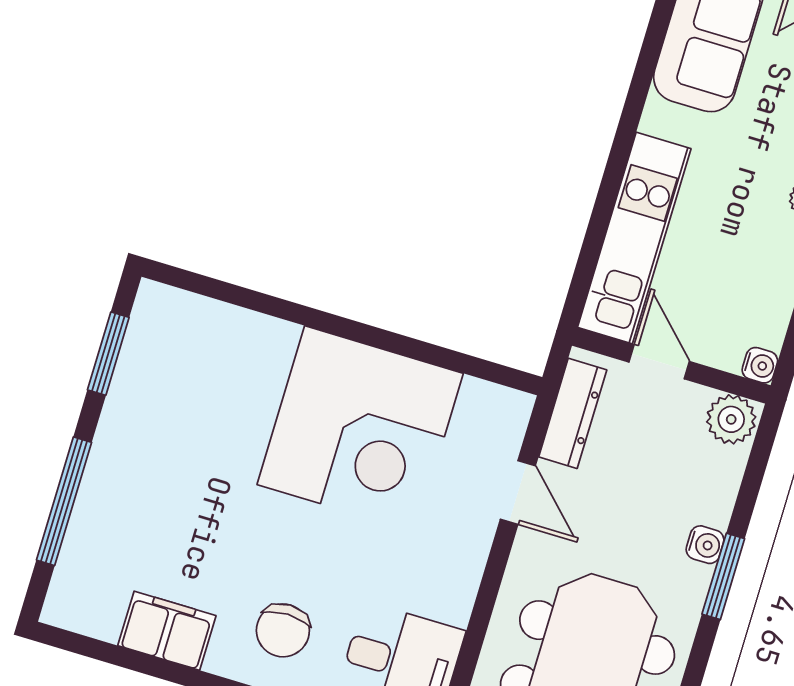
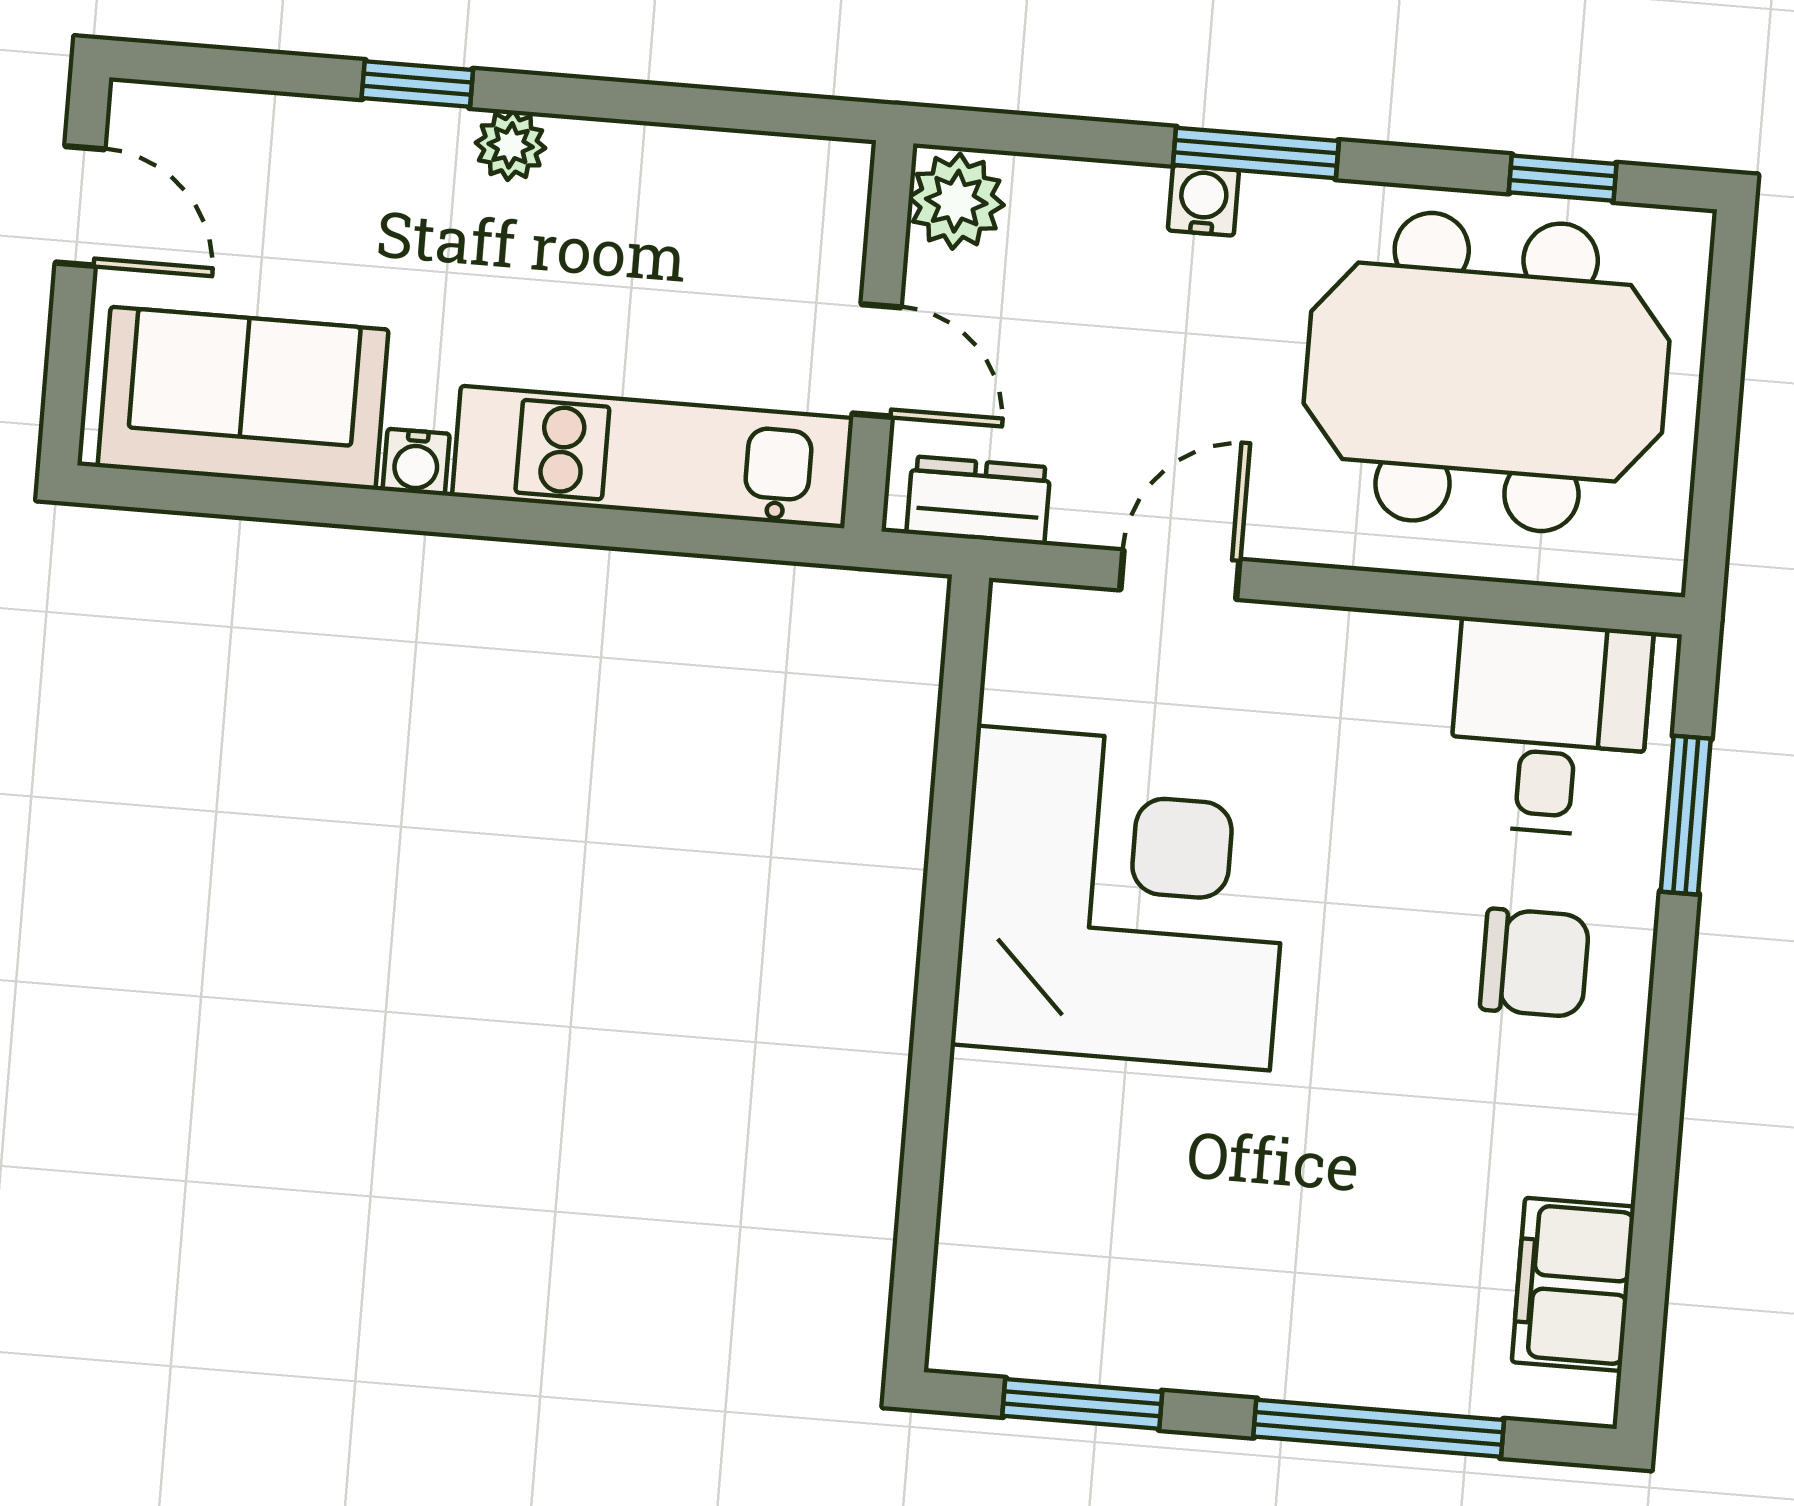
door: (659, 362) -> (877, 360), swing flipped
water cooler: (760, 365) -> (416, 462), moved, turned 180
dresser: (573, 413) -> (978, 500), width x0.70
filing cabinet: (167, 631) -> (1573, 1284), moved

